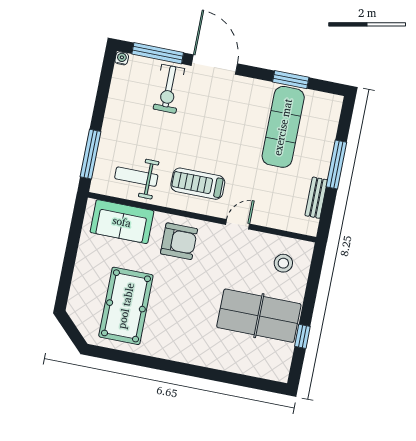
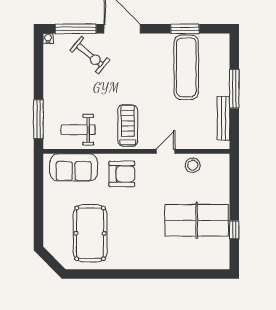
exercise bike: (169, 89) -> (90, 55), turned -50
treadmill: (198, 184) -> (128, 126), turned 90
bench: (316, 198) -> (223, 118), width x1.36
stool: (283, 263) -> (193, 165), moved

